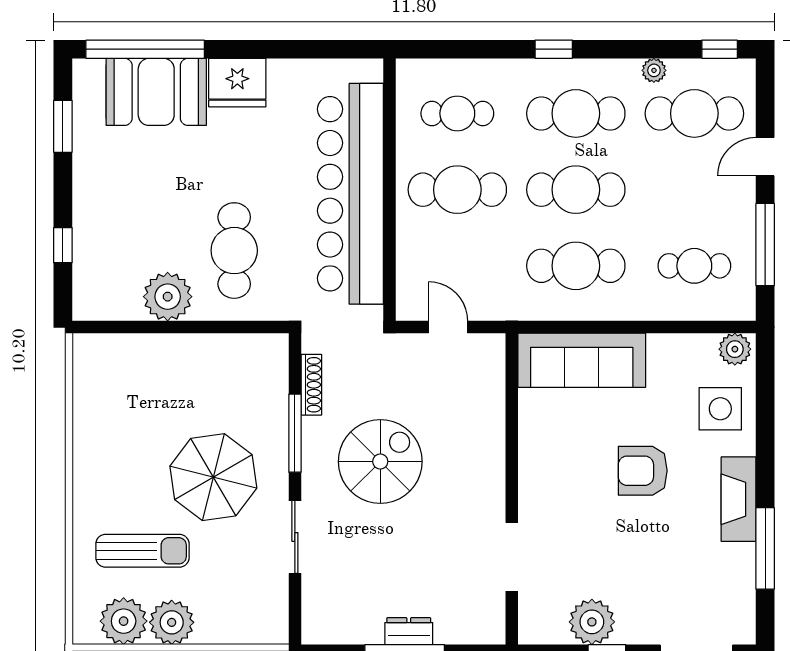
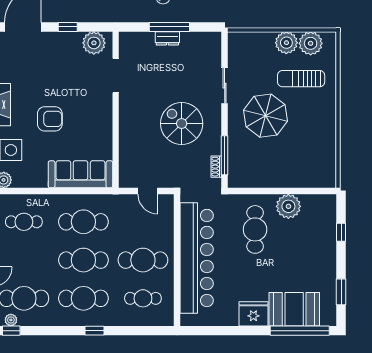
plant: (654, 70) -> (11, 320), moved
shoe rack: (311, 385) -> (216, 167), width x0.70
window: (295, 433) -> (225, 155), moved
spiral stairs: (380, 462) -> (182, 124), turned 90
plant: (592, 622) -> (94, 43), moved

